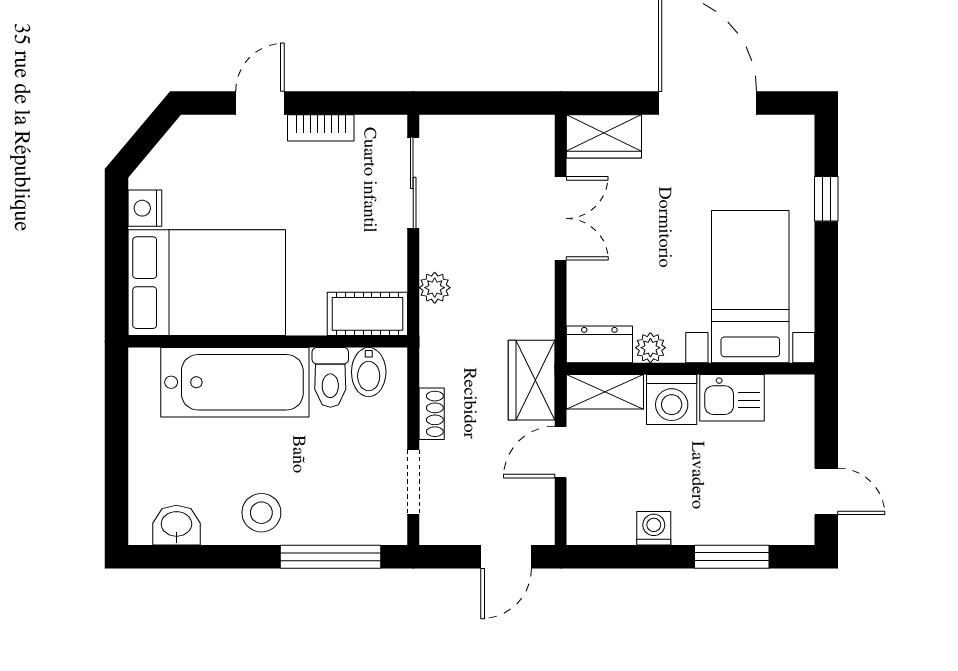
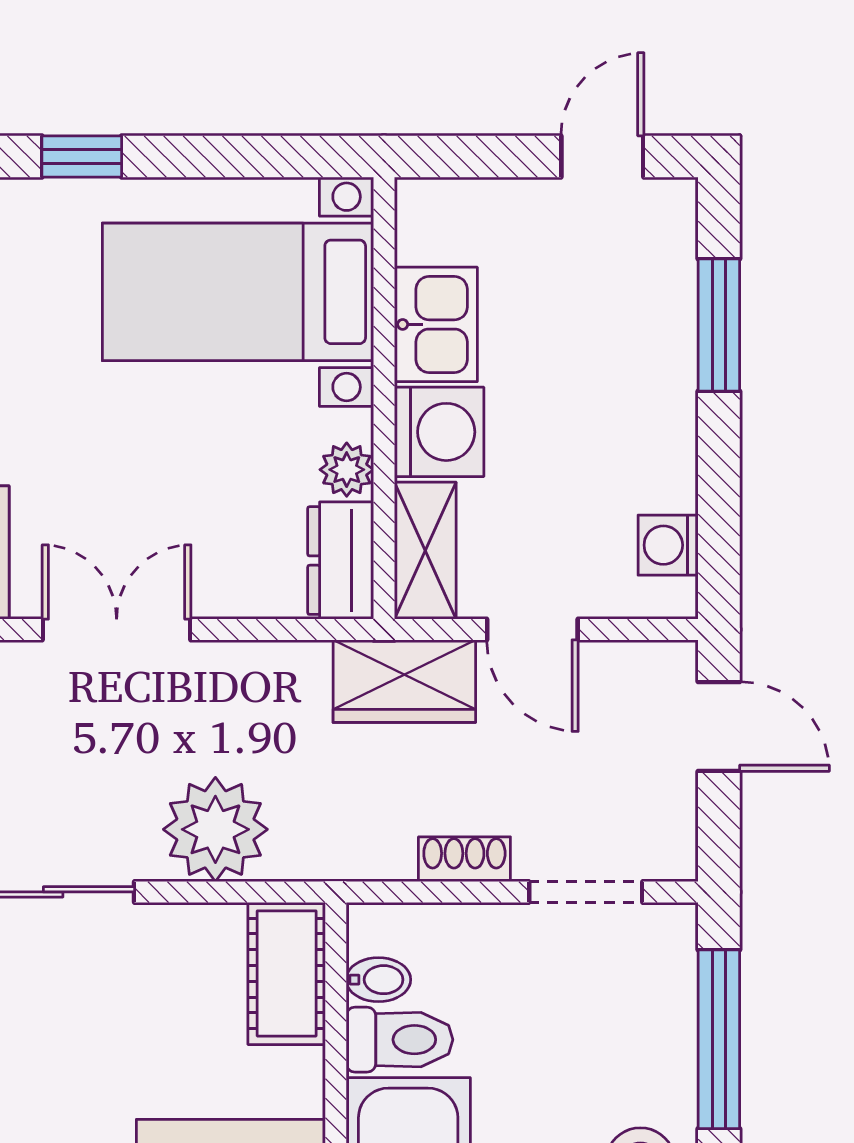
plant: (435, 288) -> (215, 829), width x1.87, depth x1.87
bidet: (369, 372) -> (378, 980), width x0.72, depth x0.74
washing machine: (654, 528) -> (668, 545), moved

